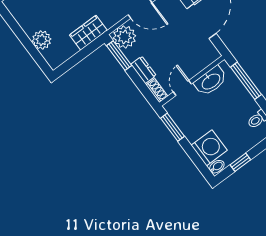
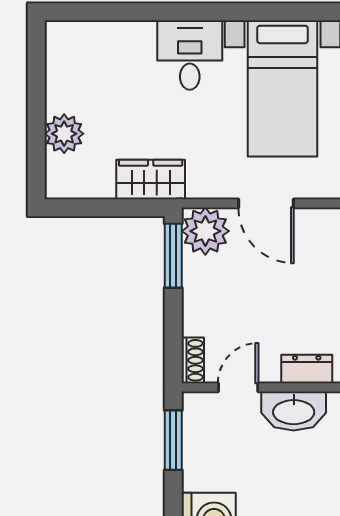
dresser: (143, 70) -> (307, 369), moved, turned -90

